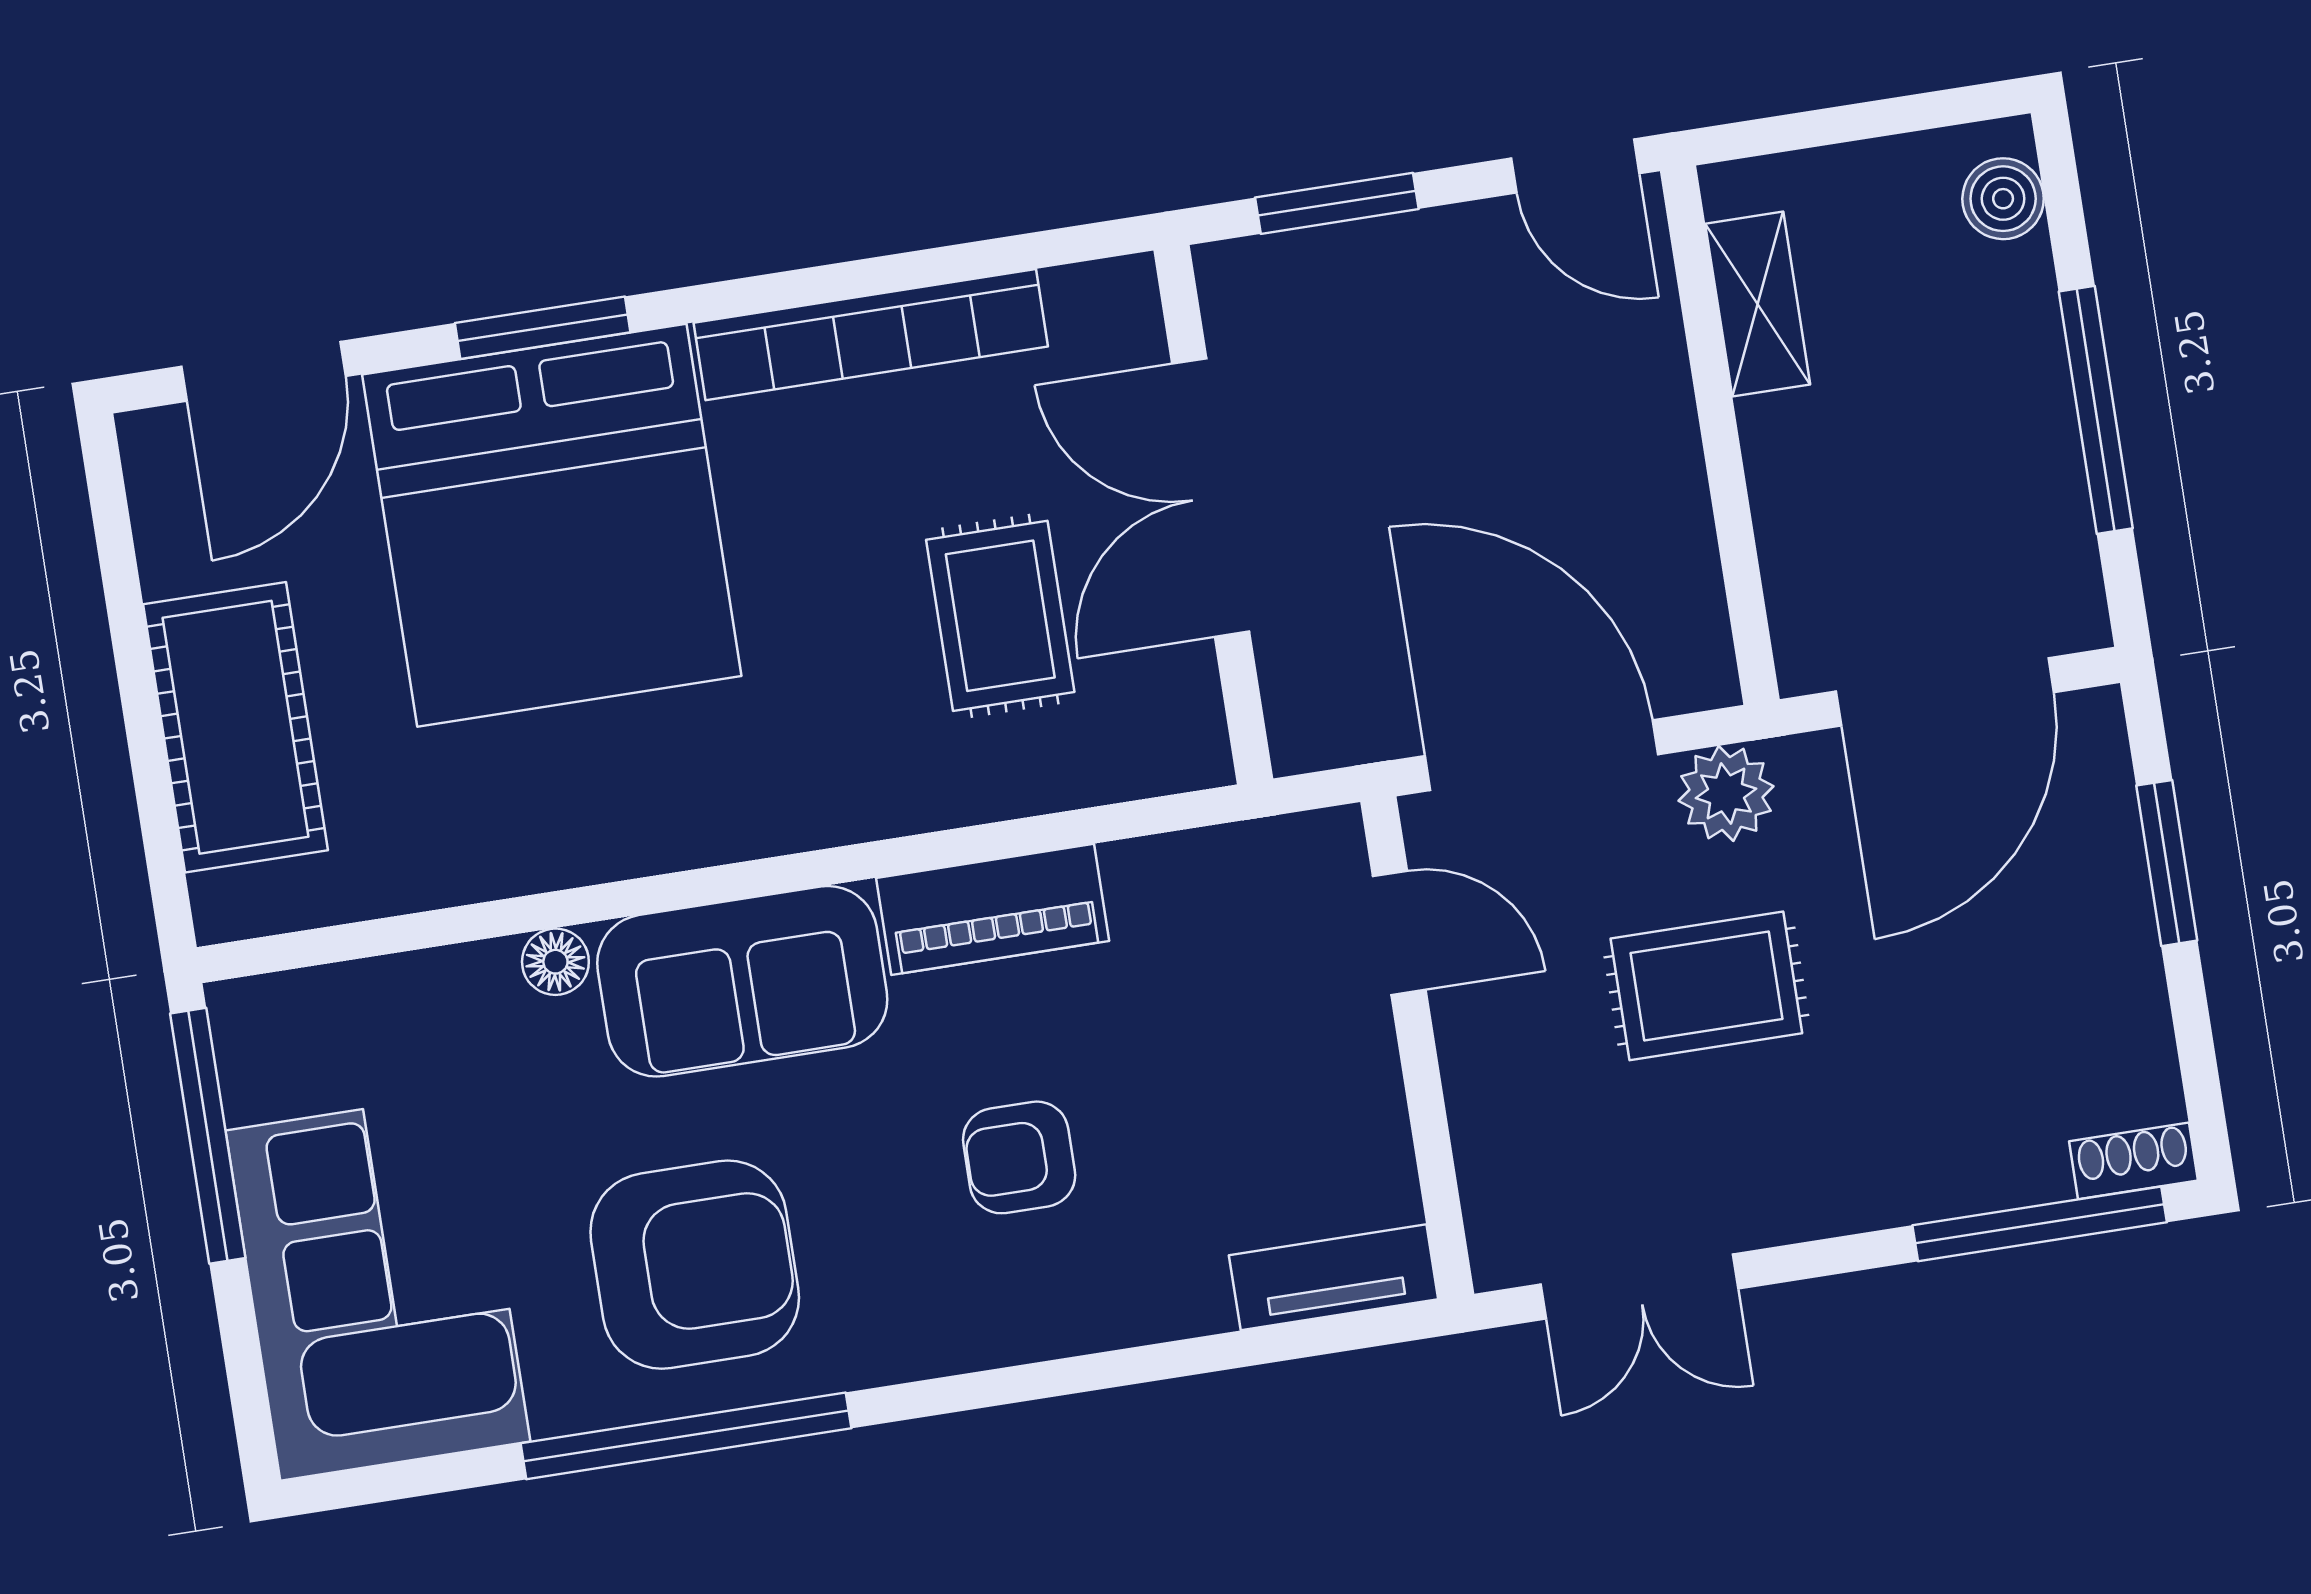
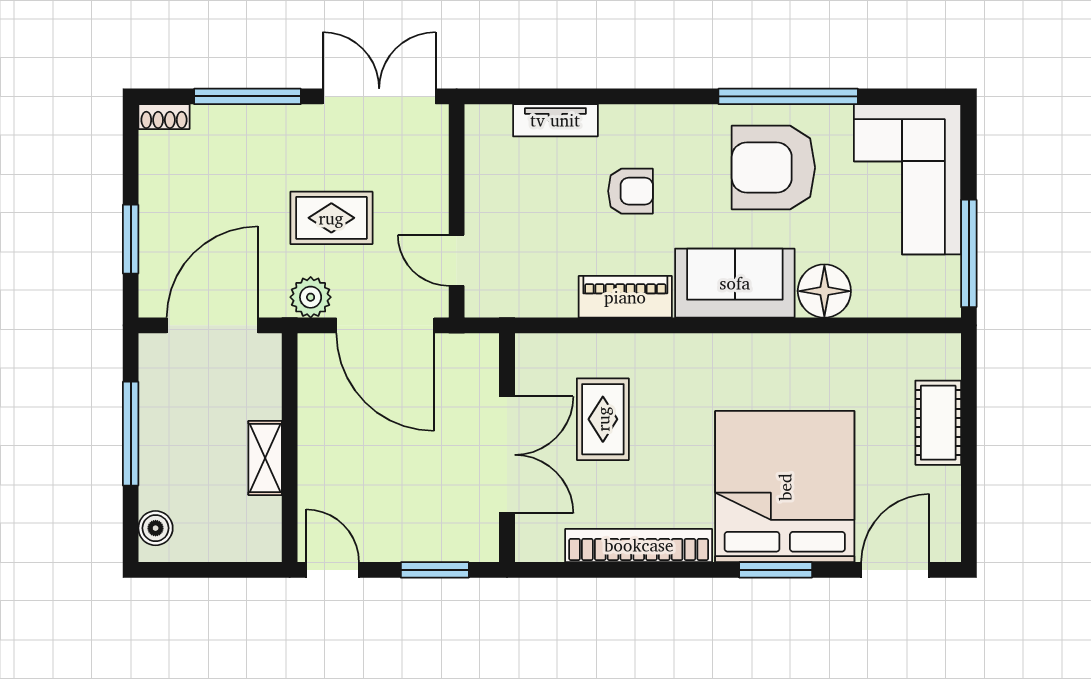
shelving: (1758, 304) -> (265, 458), moved
cot: (235, 727) -> (938, 423), width x0.73, depth x0.75
floor lamp: (555, 962) -> (824, 291), width x1.89, depth x1.89
window: (2040, 1224) -> (247, 96), moved
tv unit: (1334, 1277) -> (555, 120), moved
double door: (1639, 1287) -> (379, 96), width x1.37

